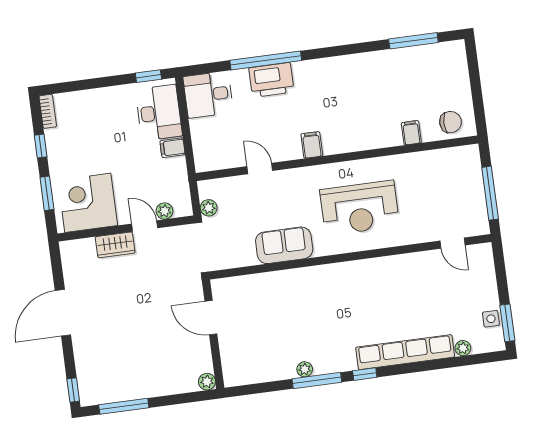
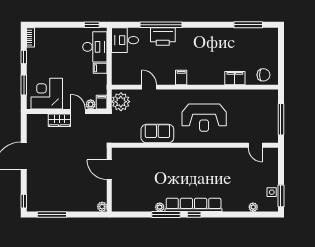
filing cabinet: (411, 133) -> (235, 78), width x2.00
filing cabinet: (183, 205) -> (102, 102), added
plant: (209, 208) -> (121, 102), width x1.87, depth x1.87
row of seats: (405, 352) -> (194, 205), moved

